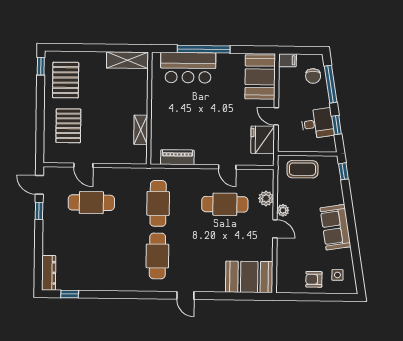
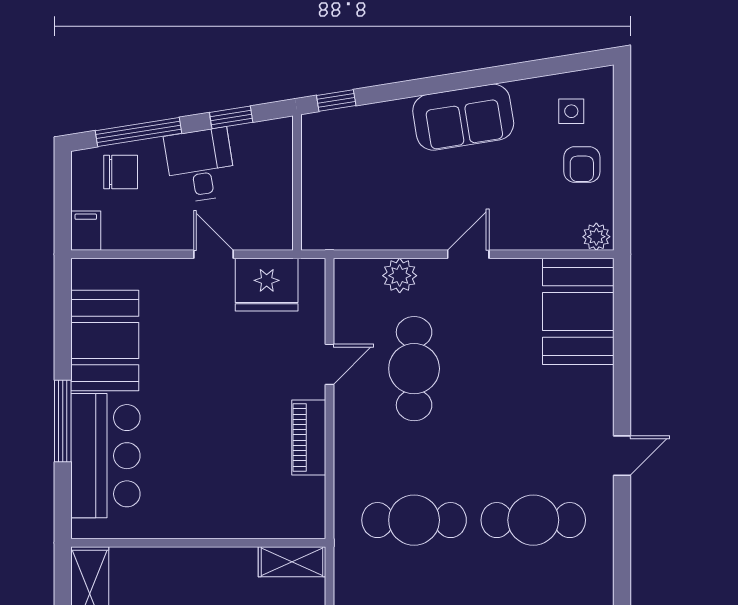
window: (204, 49) -> (63, 421), width x0.68
booth: (260, 77) -> (105, 340), moved, turned 90
door: (276, 116) -> (213, 254), swing flipped
desk: (317, 123) -> (200, 165), moved
shelving: (141, 130) -> (292, 562), moved
piano: (177, 157) -> (309, 437), moved
coffee table: (302, 169) -> (332, 194), removed
plant: (283, 210) -> (596, 237), moved

